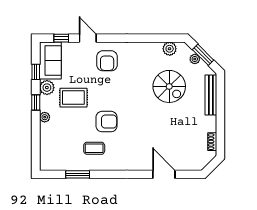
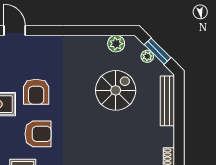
armchair: (107, 61) -> (36, 92), moved
spiral stairs: (169, 86) -> (116, 90), turned -90

